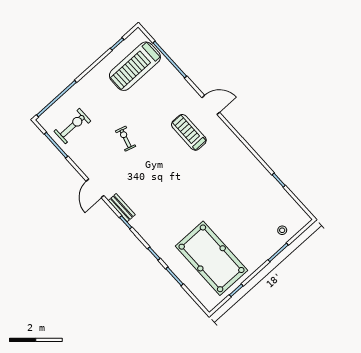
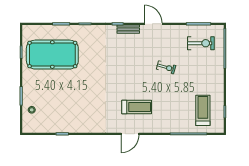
treadmill: (135, 66) -> (203, 110), width x0.73, depth x0.73
door: (211, 105) -> (130, 134), moved
exercise bike: (72, 126) -> (201, 43), turned -90

